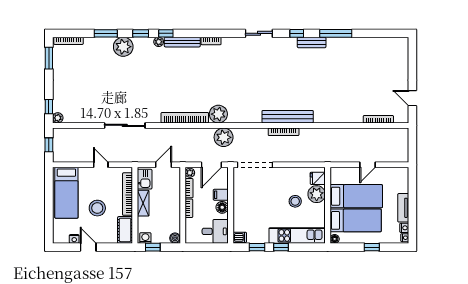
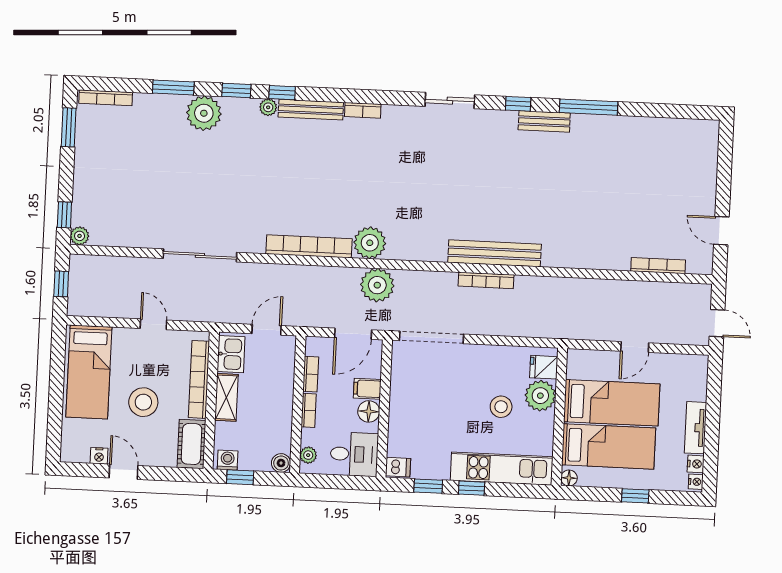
door: (412, 149) -> (717, 323), added
plant: (190, 173) -> (308, 455), moved

